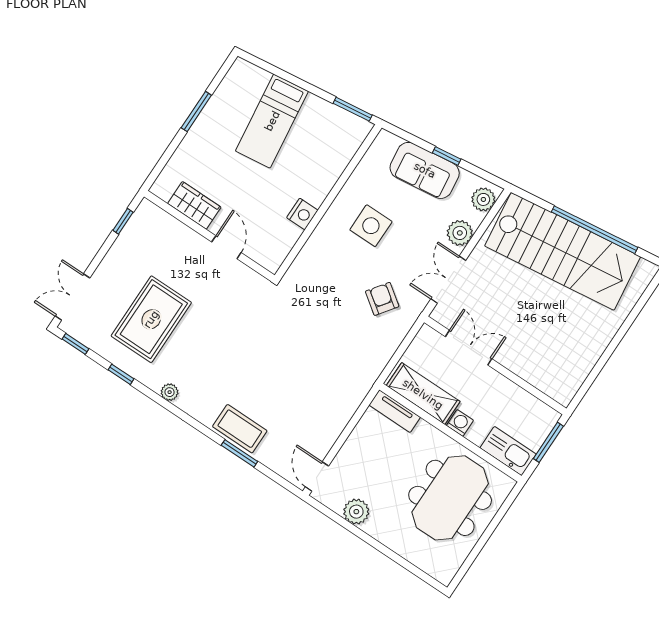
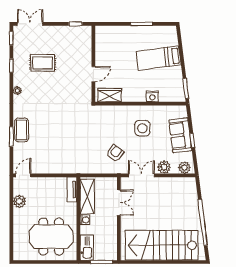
wardrobe: (194, 205) -> (110, 95), moved, turned -90
nightstand: (302, 214) -> (152, 96), moved
stairs: (563, 251) -> (162, 245), moved, turned 97
rug: (151, 319) -> (43, 63), width x0.73, depth x0.70

